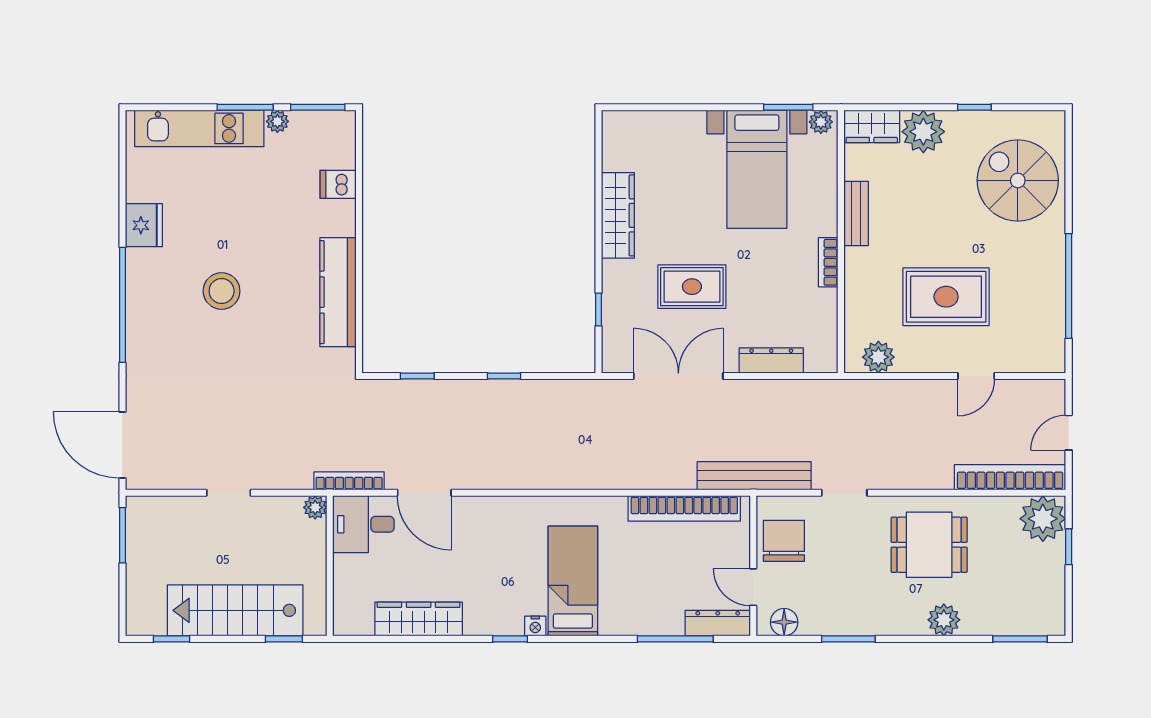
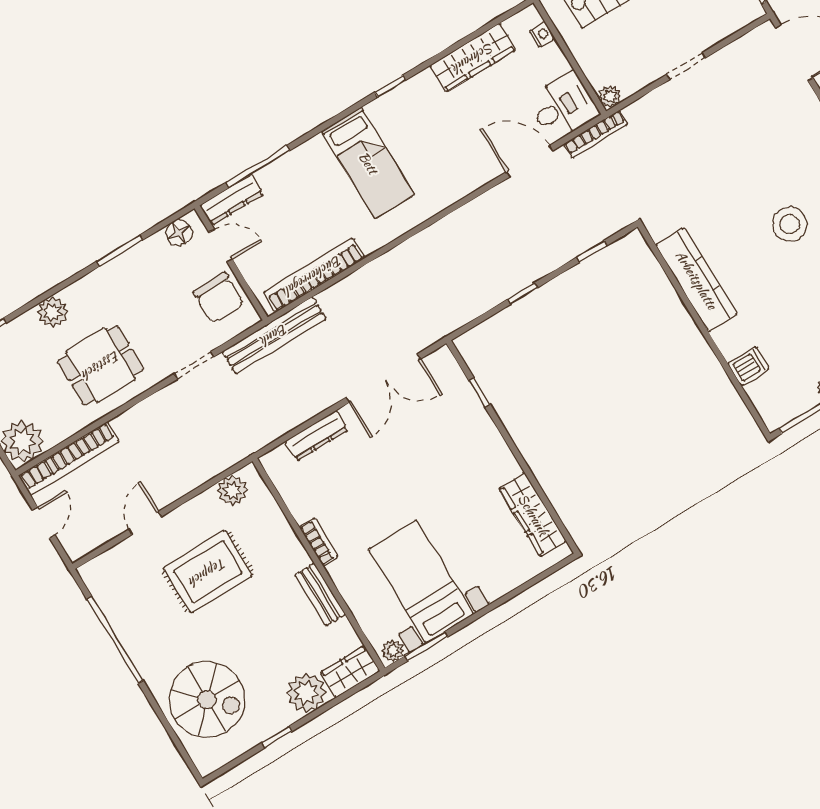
wardrobe: (618, 215) -> (533, 515), moved
rug: (692, 287) -> (416, 456), removed
nightstand: (535, 626) -> (542, 35), moved, turned 90

